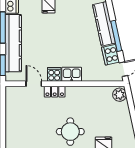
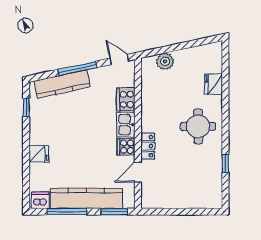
cooker: (111, 55) -> (126, 99), moved, turned 102
plant: (120, 95) -> (165, 61), moved

